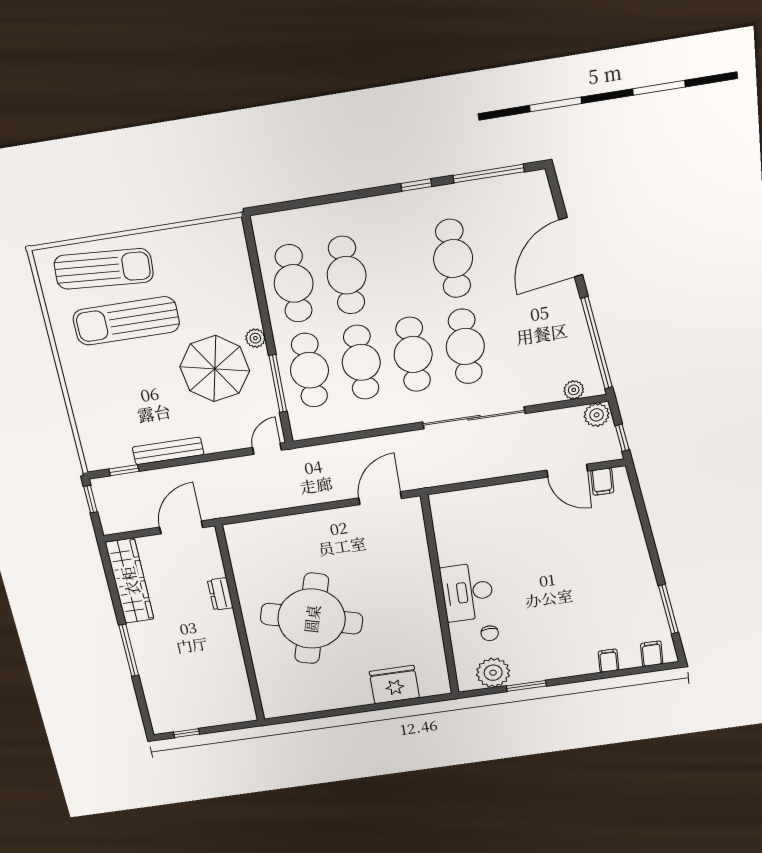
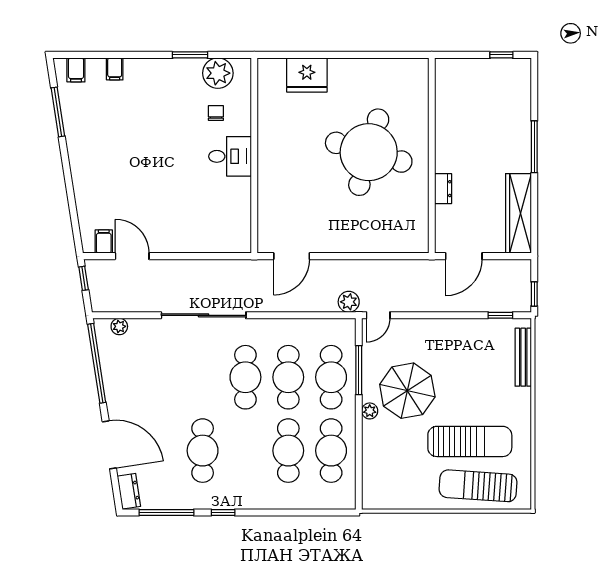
dresser: (540, 193) -> (129, 491), added
door: (571, 247) -> (109, 445), hinge flipped
cafe table: (465, 347) -> (203, 377), removed
plant: (597, 415) -> (349, 302), moved
bench: (168, 451) -> (523, 357), moved, turned 90
desk: (467, 592) -> (230, 156), width x0.73

